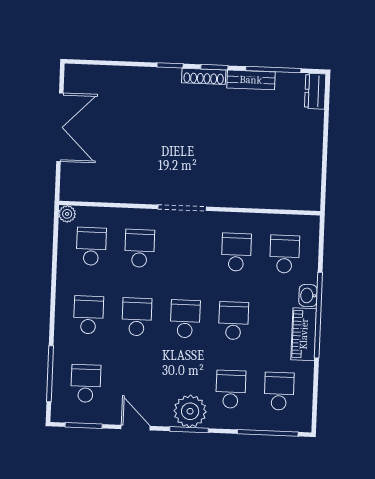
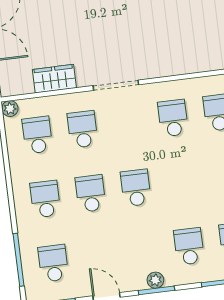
wardrobe: (119, 190) -> (54, 79), added
school desk: (234, 321) -> (181, 182), removed
plant: (190, 411) -> (155, 280), width x0.53, depth x0.53

